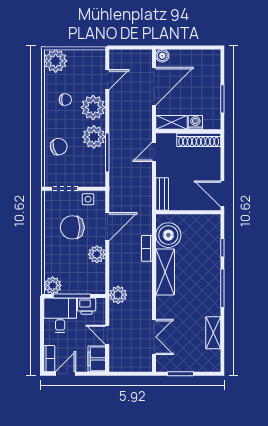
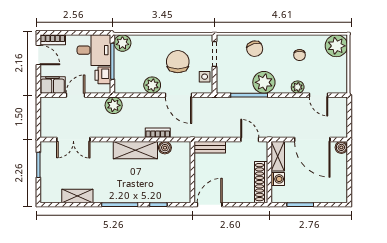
plant: (93, 107) -> (298, 87), width x0.53, depth x0.53
boiler: (168, 235) -> (165, 148), width x0.54, depth x0.54

